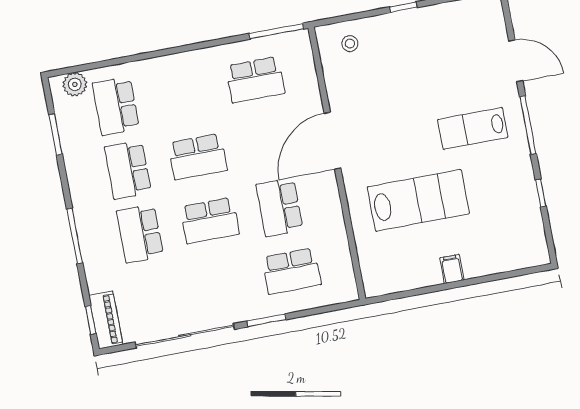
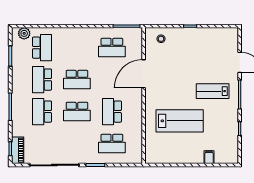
school desk: (116, 106) -> (42, 48), turned 180
door: (333, 141) -> (144, 74), moved
filing cabinet: (452, 269) -> (209, 157), moved

